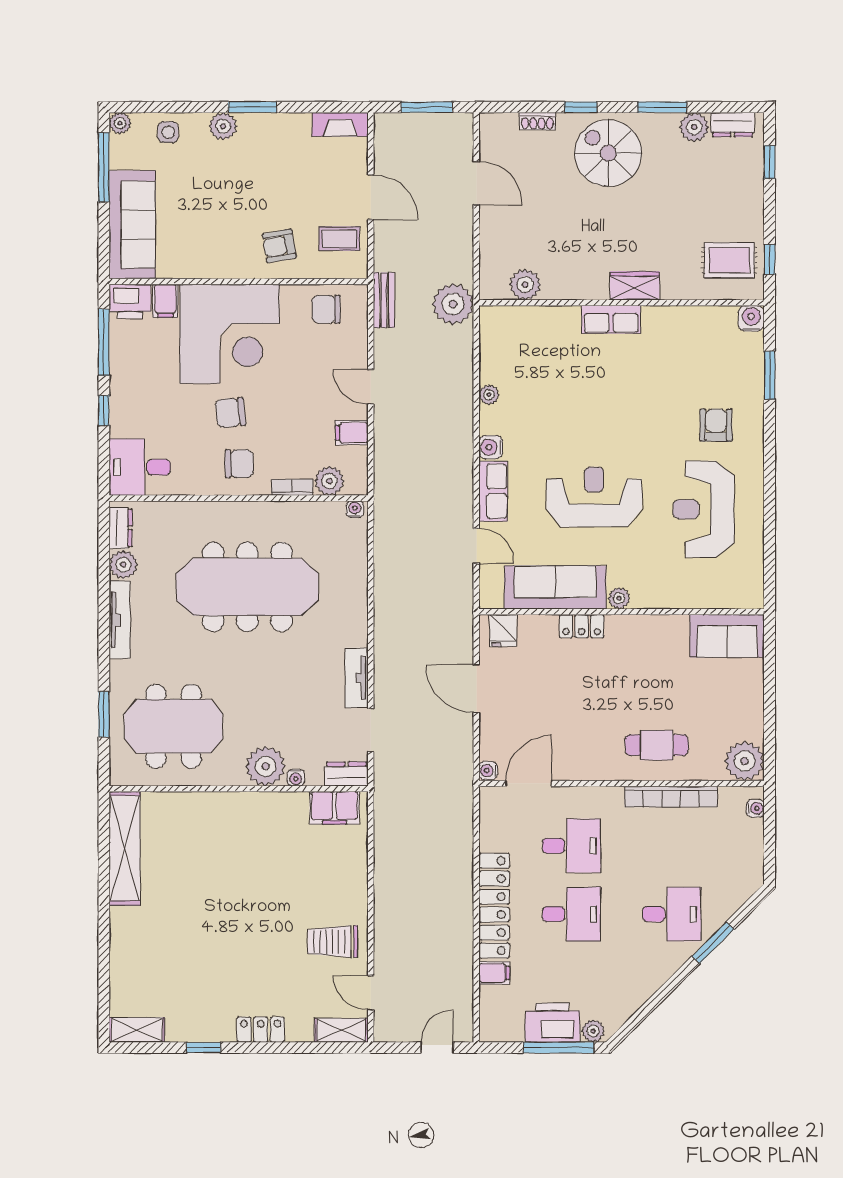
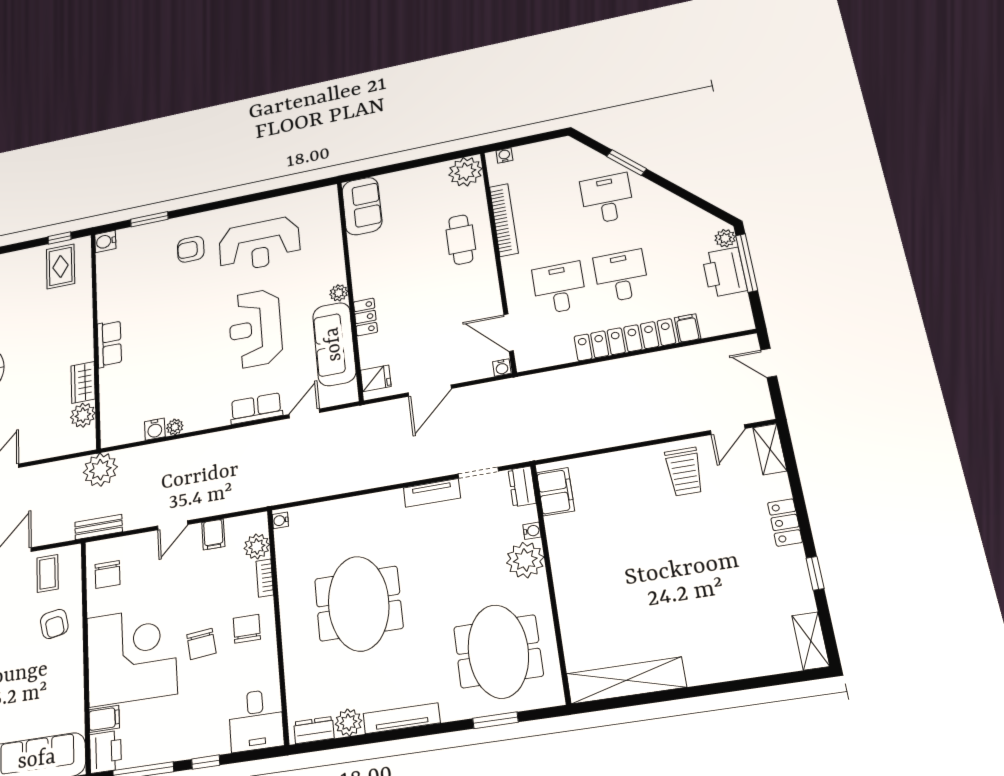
wardrobe: (635, 286) -> (83, 382), moved
water cooler: (491, 447) -> (155, 429), moved
meeting table: (247, 587) -> (359, 603), width x0.73

